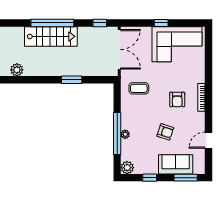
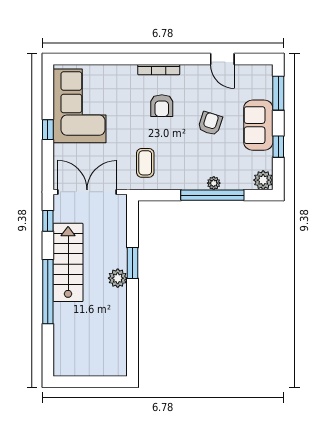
stairs: (51, 36) -> (68, 262), moved
plant: (17, 70) -> (118, 278), moved
armchair: (177, 99) -> (162, 106), turned 90
sofa: (176, 164) -> (258, 125), moved

